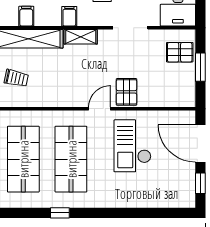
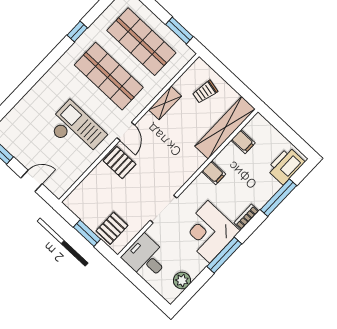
shelving: (81, 37) -> (165, 103), moved
door: (200, 143) -> (32, 181), width x0.53

